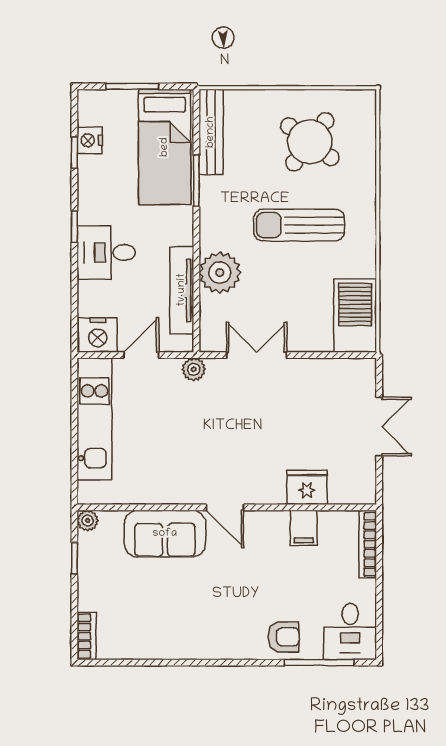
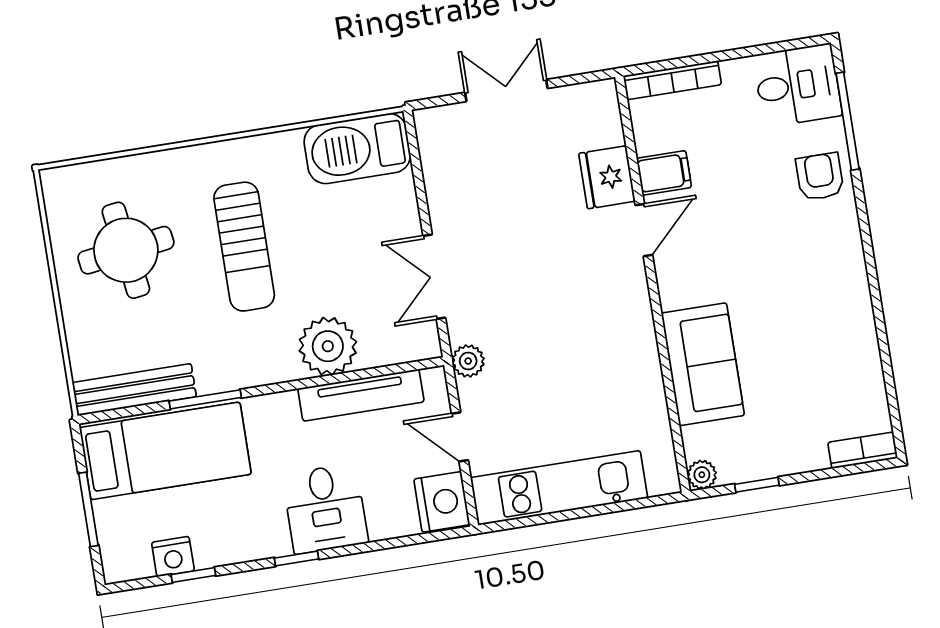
round table: (310, 142) -> (126, 250), turned 45
door: (225, 507) -> (644, 230), moved

